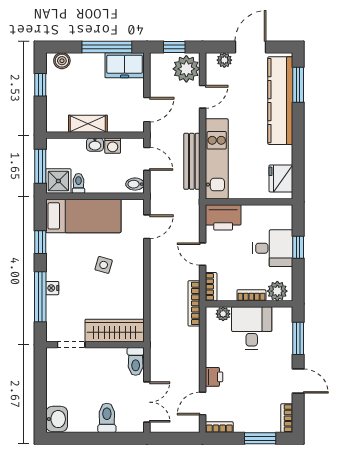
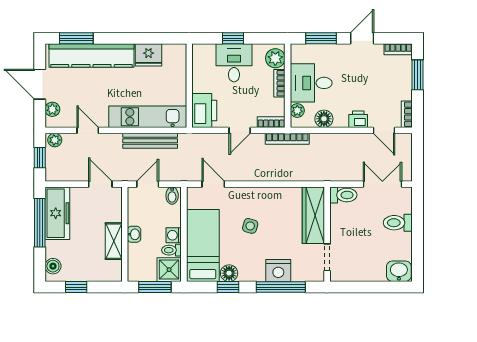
freezer: (125, 65) -> (57, 213), width x1.40
plant: (186, 69) -> (55, 140), width x0.53, depth x0.53
washing machine: (113, 146) -> (174, 235), moved, turned 180
fridge: (281, 178) -> (148, 55), moved
floor lamp: (55, 243) -> (229, 273), added
nightstand: (52, 288) -> (278, 271), width x1.89, depth x1.79
floor lamp: (215, 341) -> (324, 119), added

